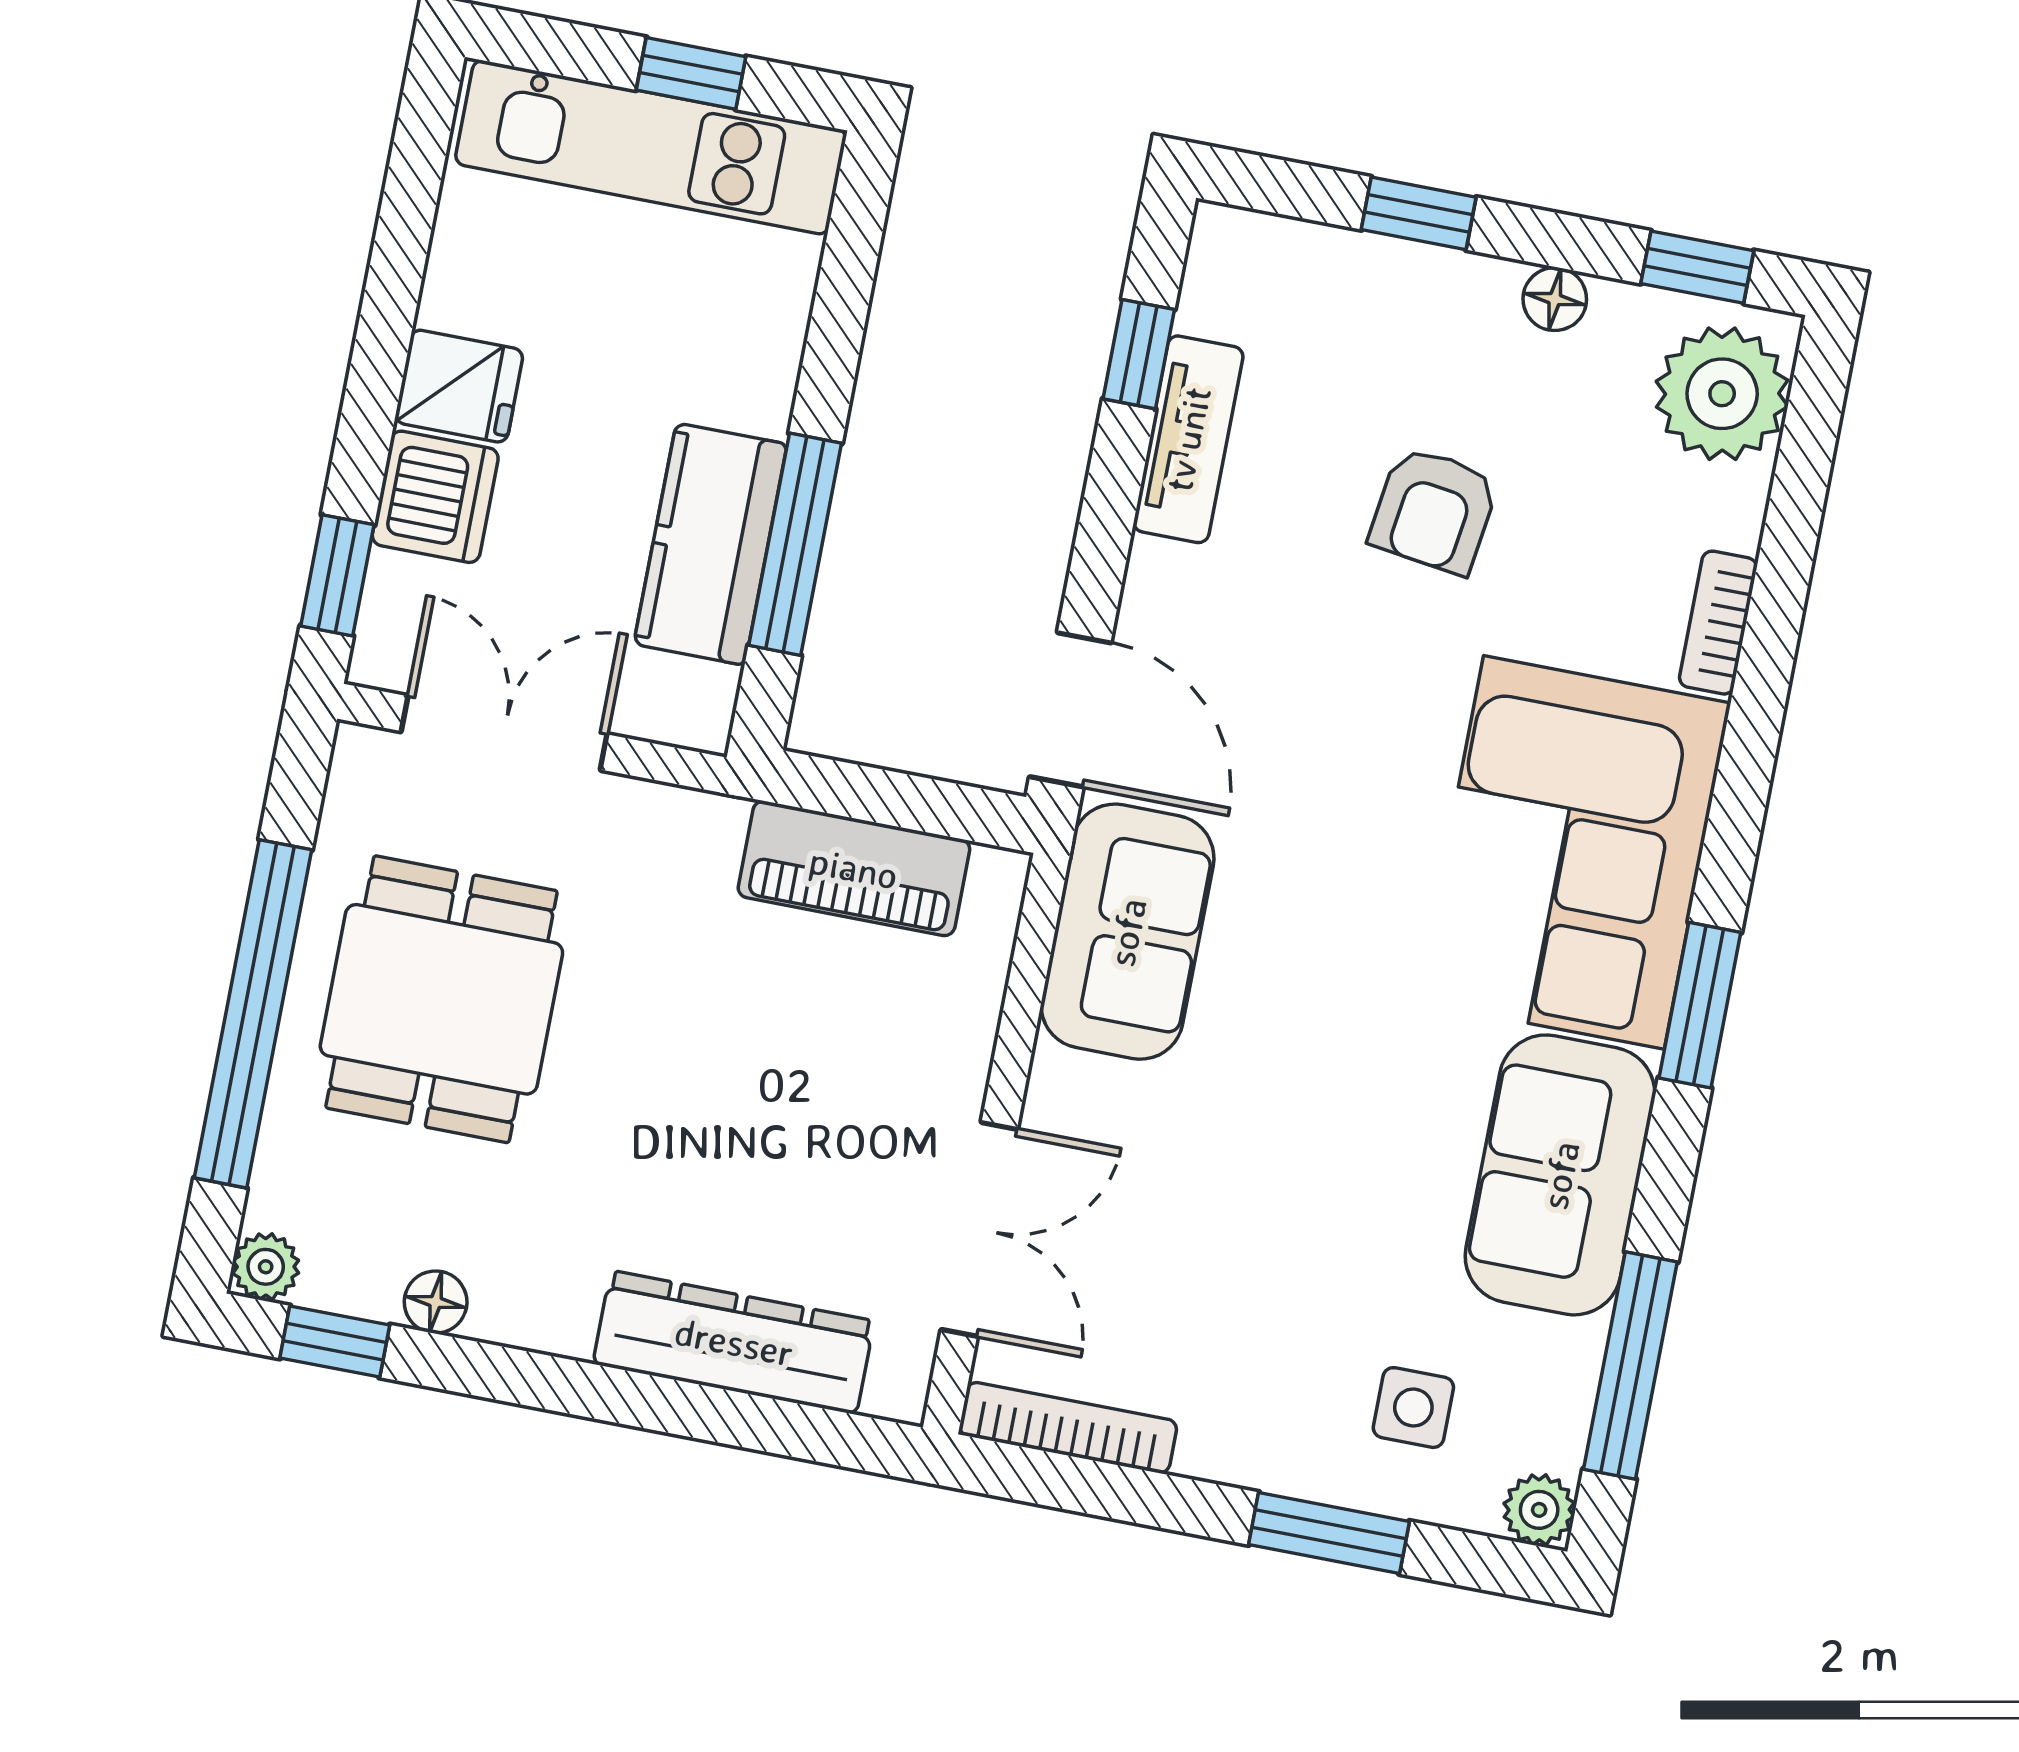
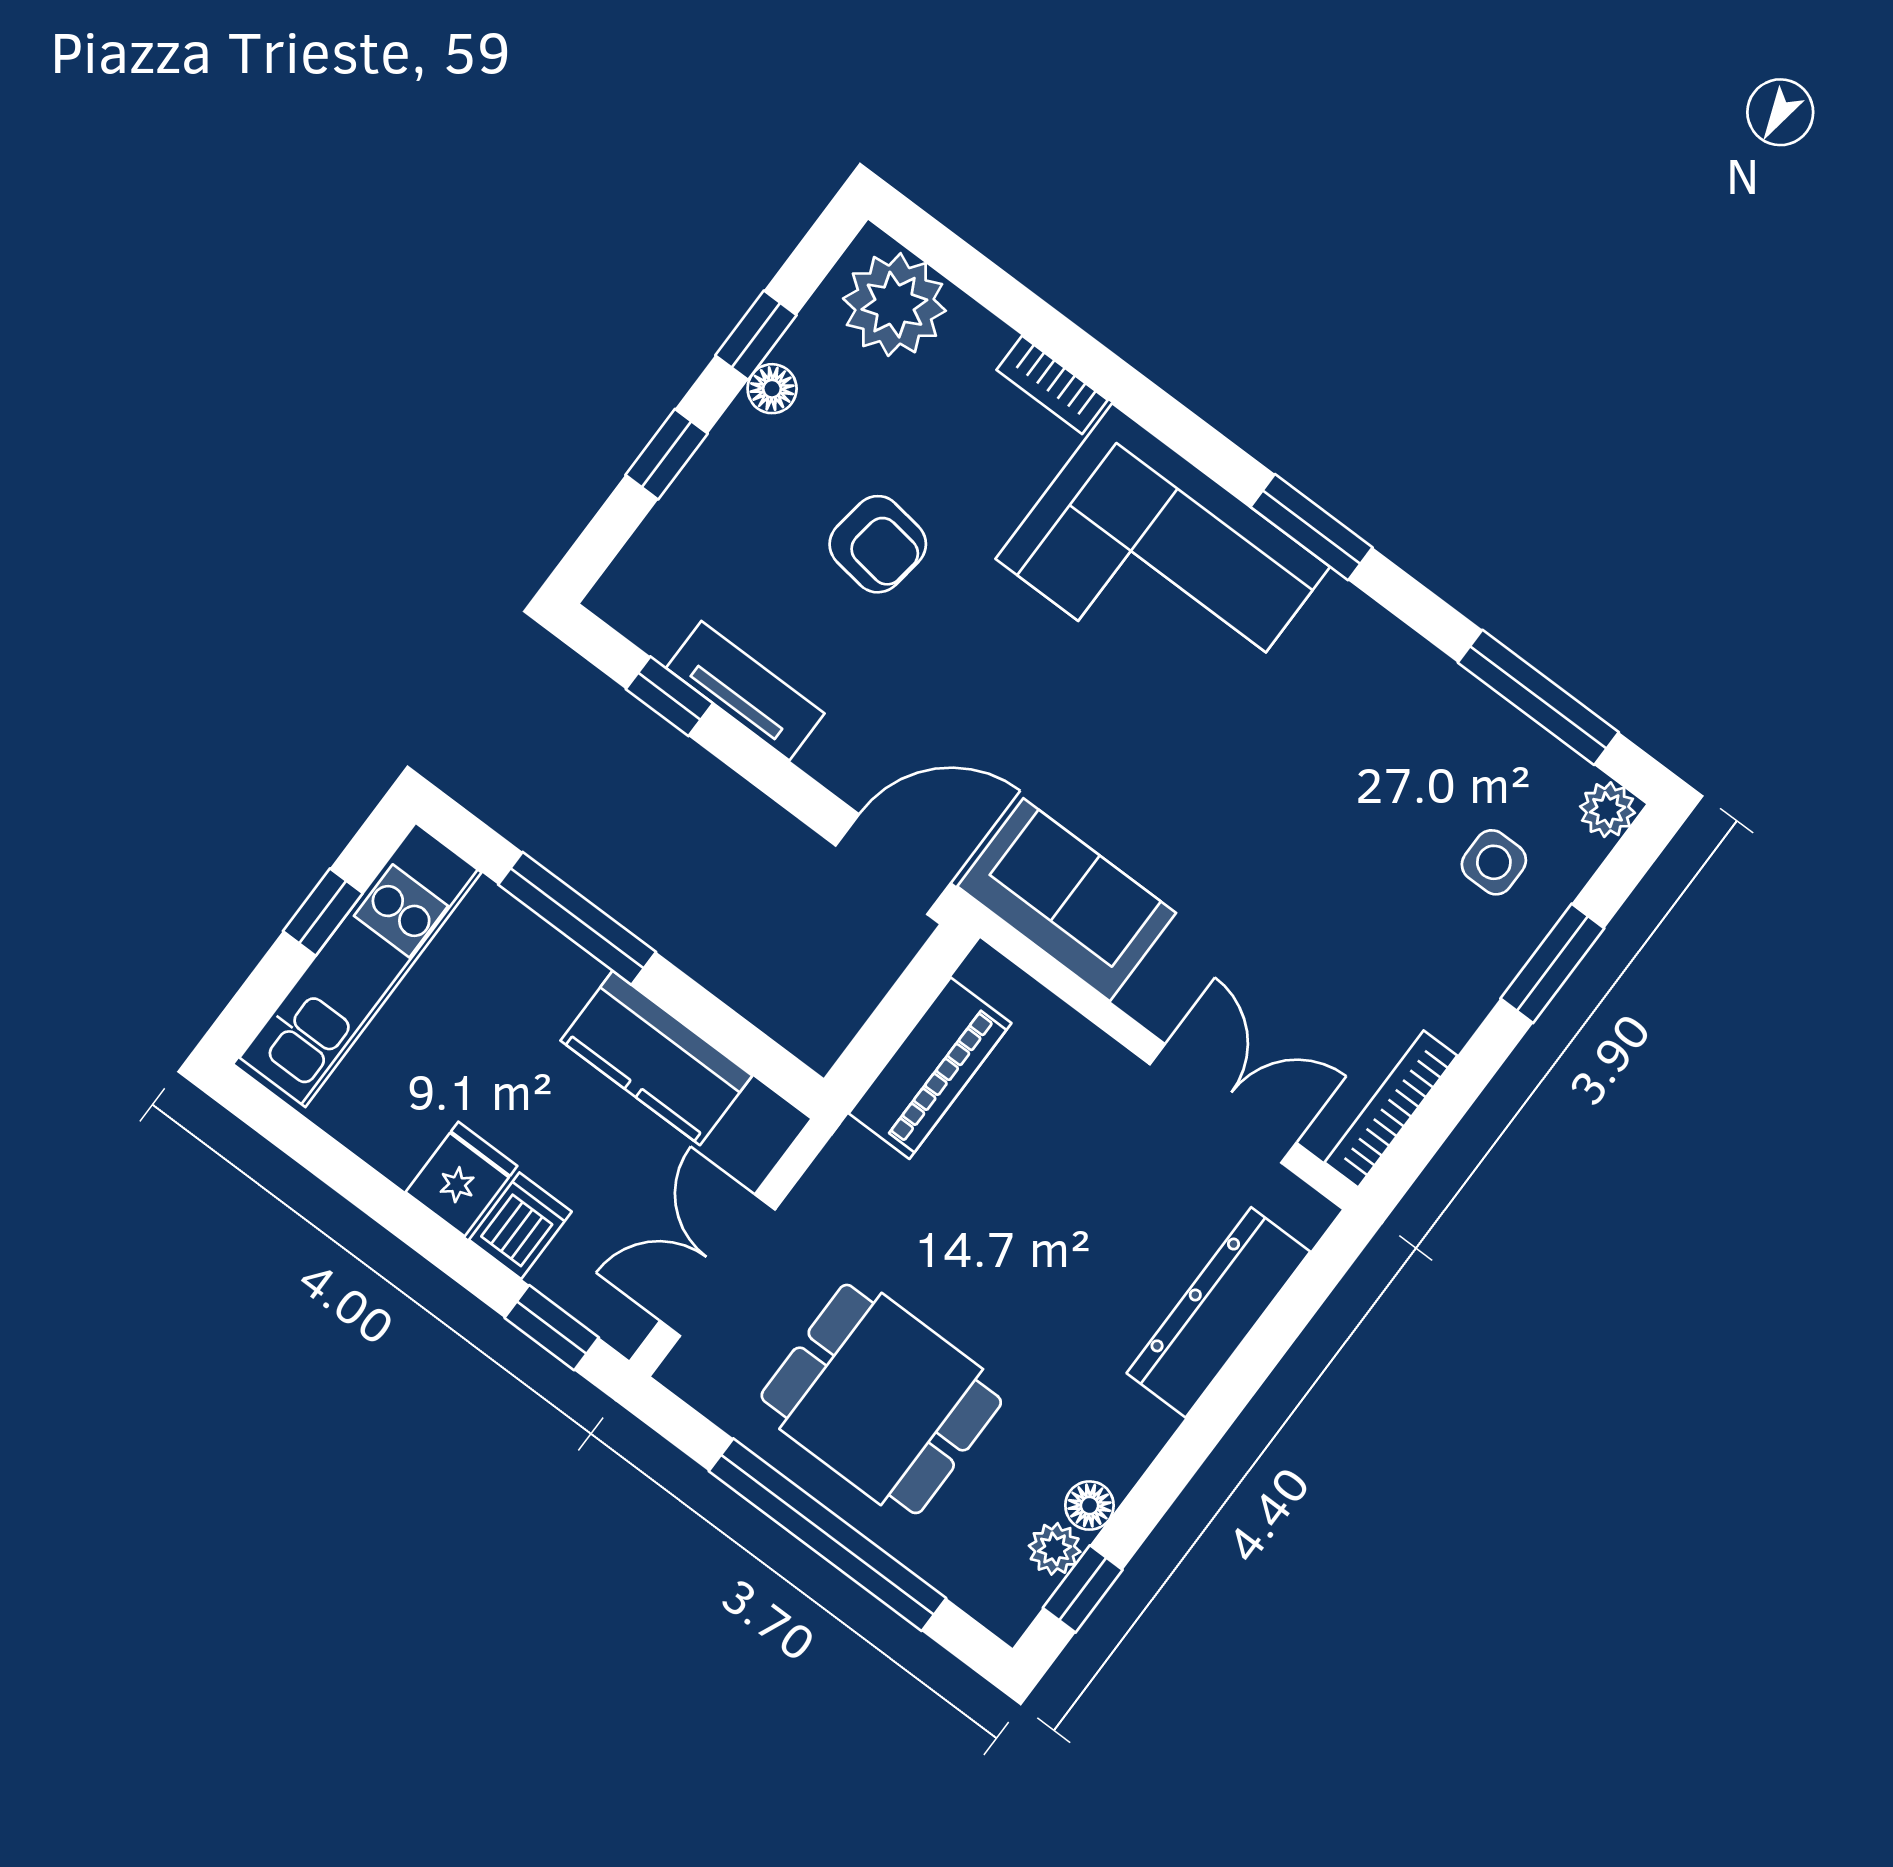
window: (1697, 267) -> (756, 335), moved
dishwasher: (435, 497) -> (520, 1226), width x0.73
window: (795, 544) -> (577, 918), moved
sofa: (1560, 1175) -> (1382, 682), removed
plant: (266, 1267) -> (1055, 1549), moved

